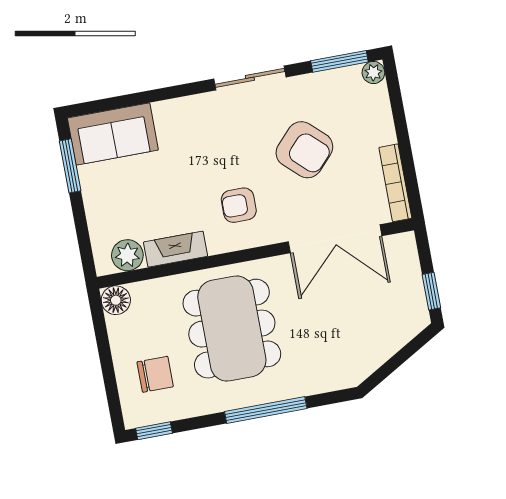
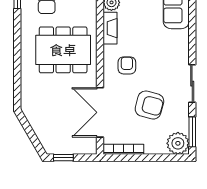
plant: (373, 72) -> (178, 143), width x1.87, depth x1.87
armchair: (304, 150) -> (149, 105), turned -118
window: (266, 410) -> (17, 60), removed

